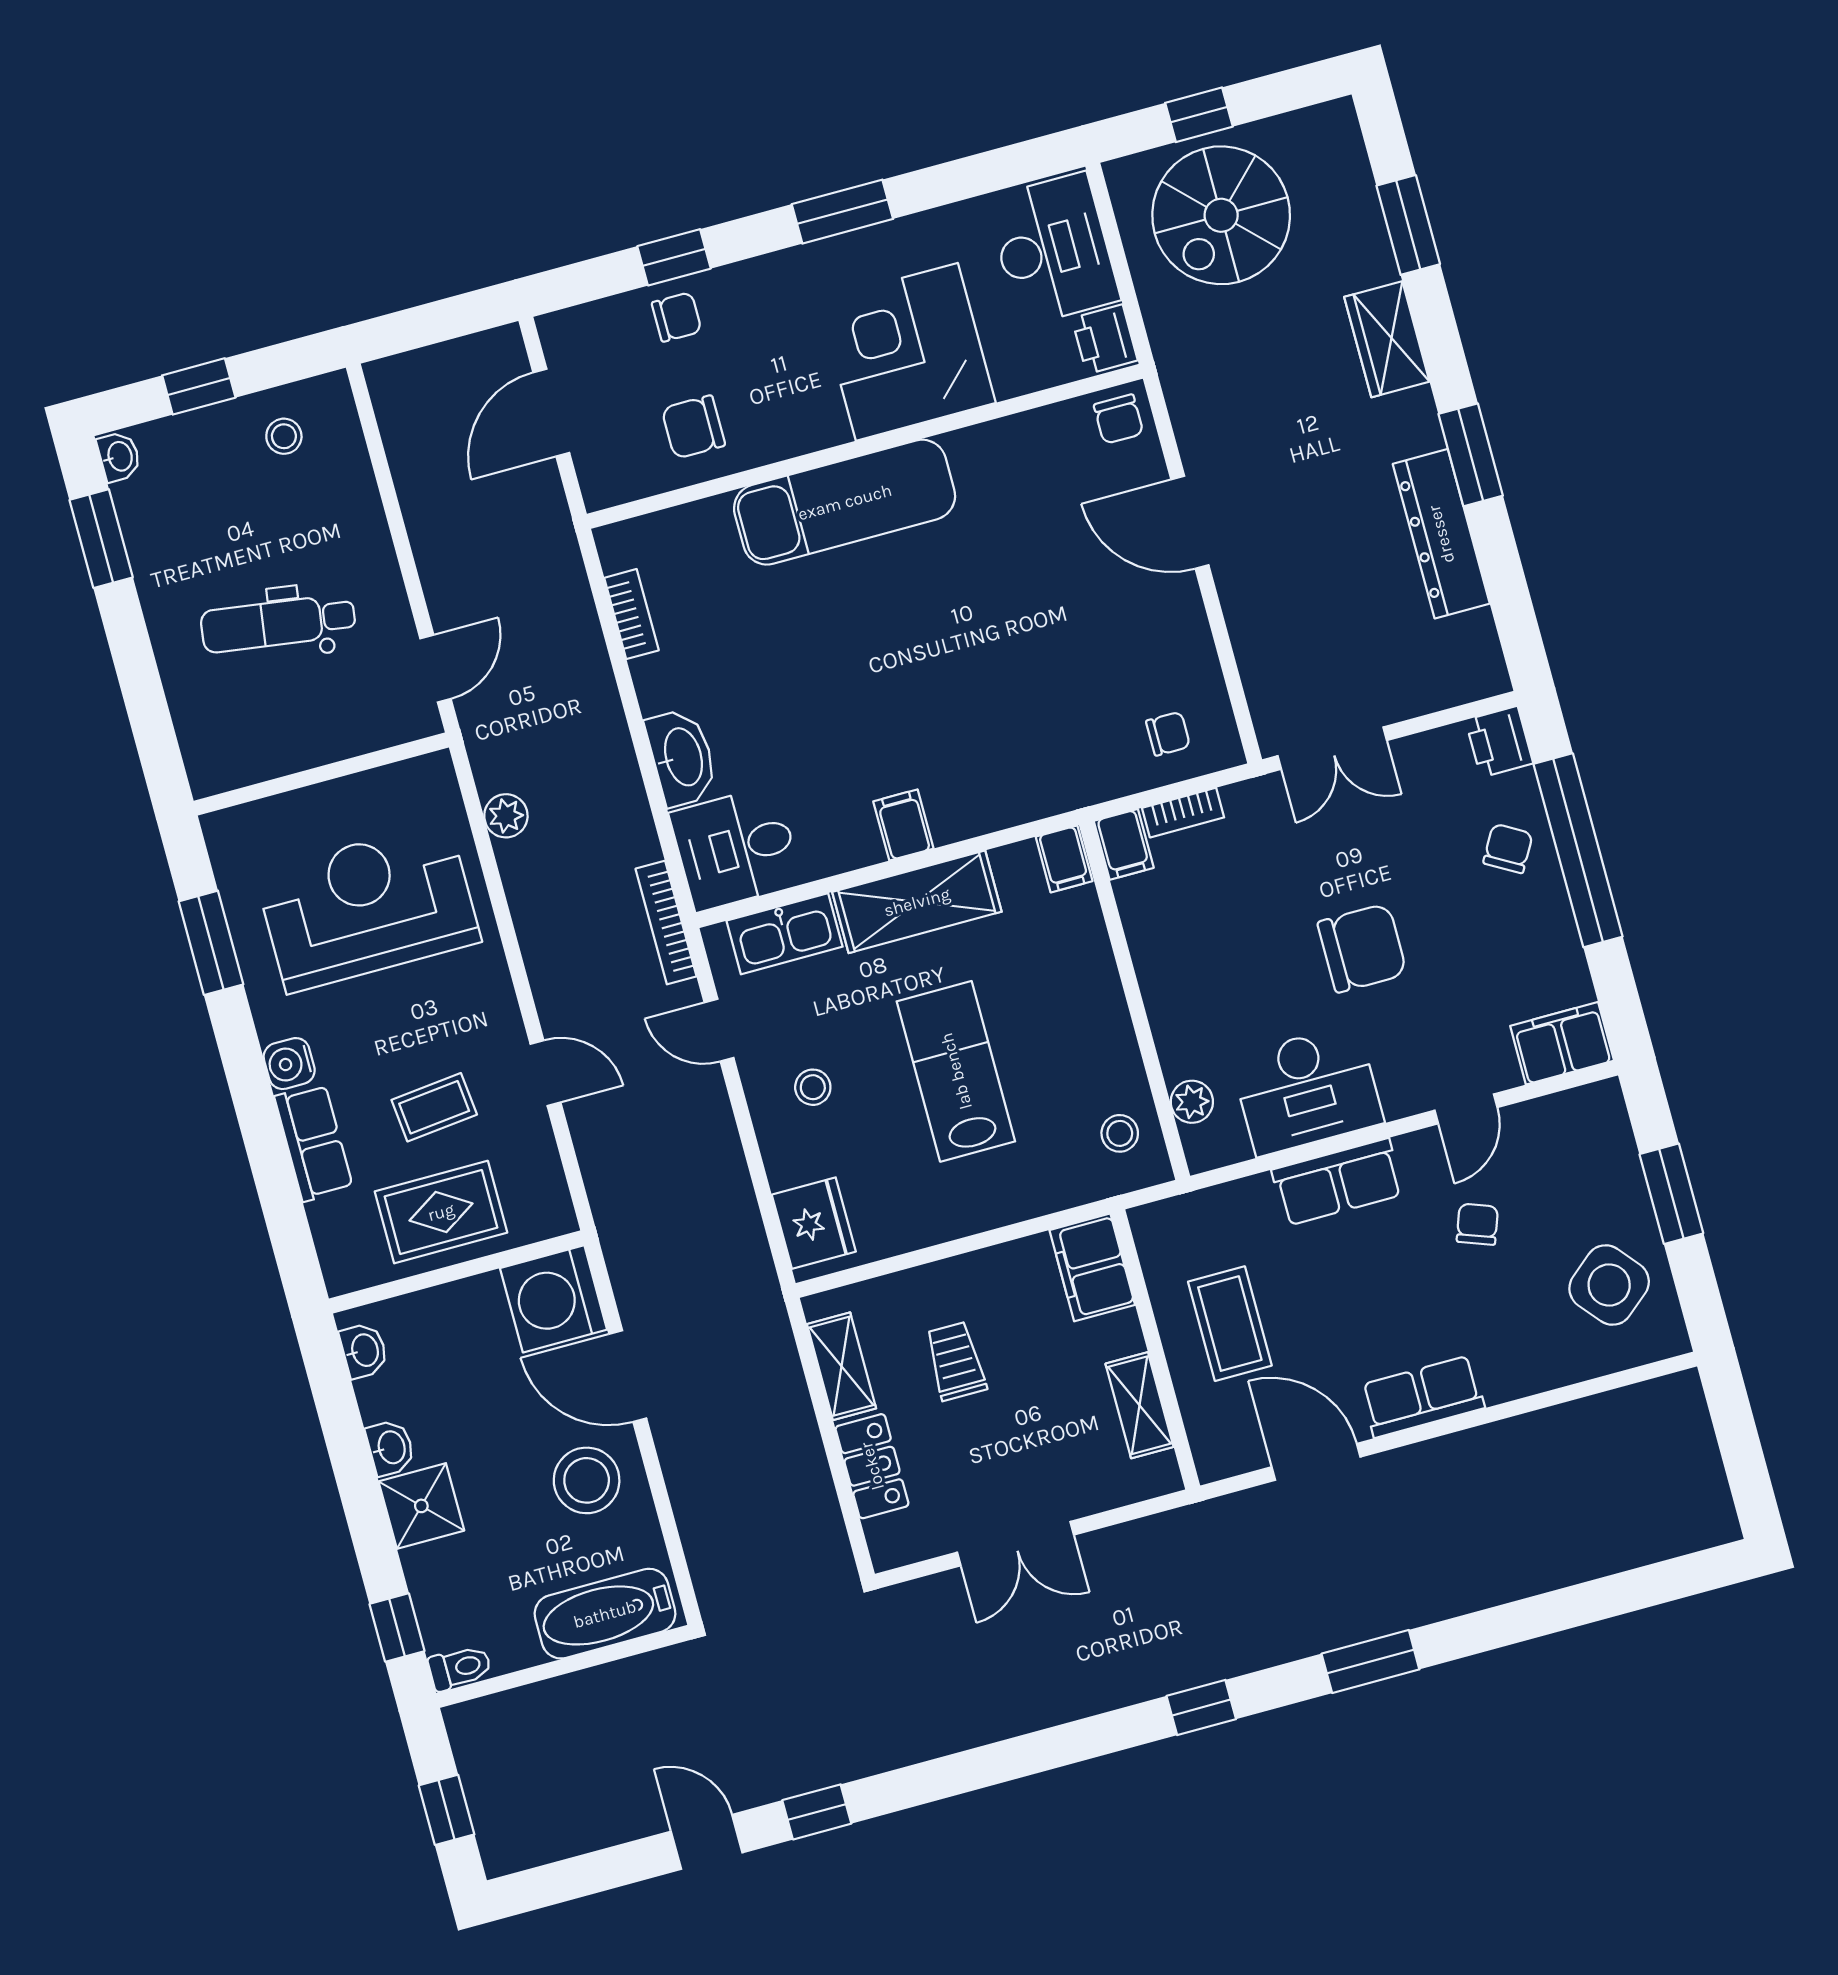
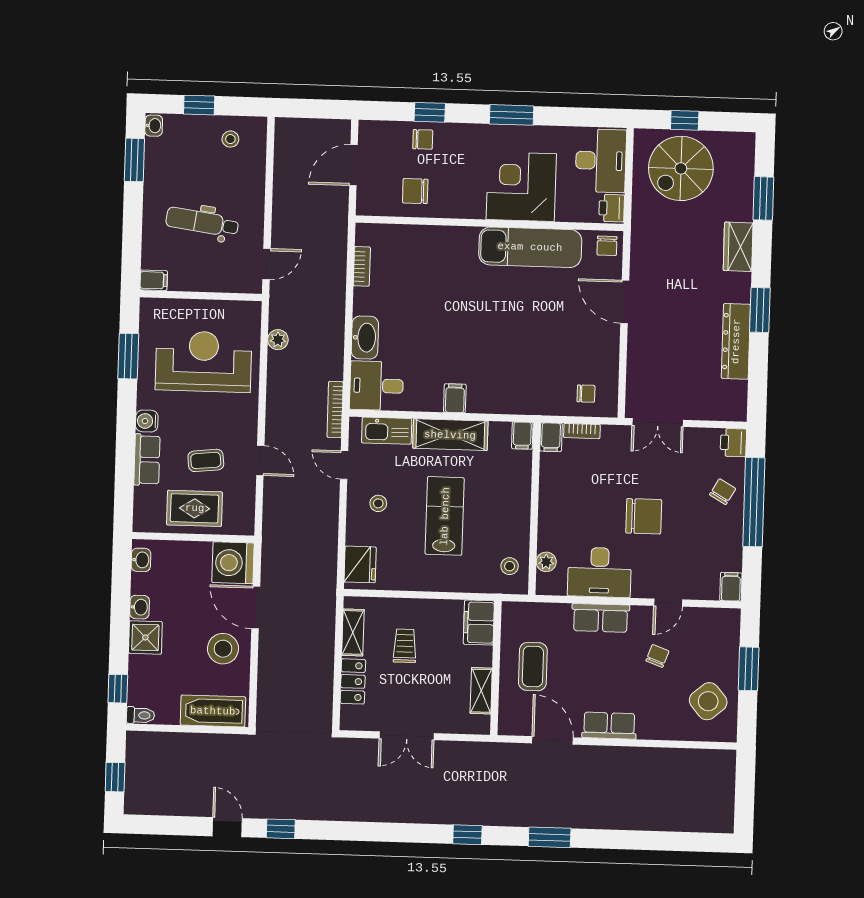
exam couch: (845, 502) -> (530, 247), moved
filing cabinet: (215, 772) -> (154, 280), added
filing cabinet: (1562, 1043) -> (731, 587), width x0.50

